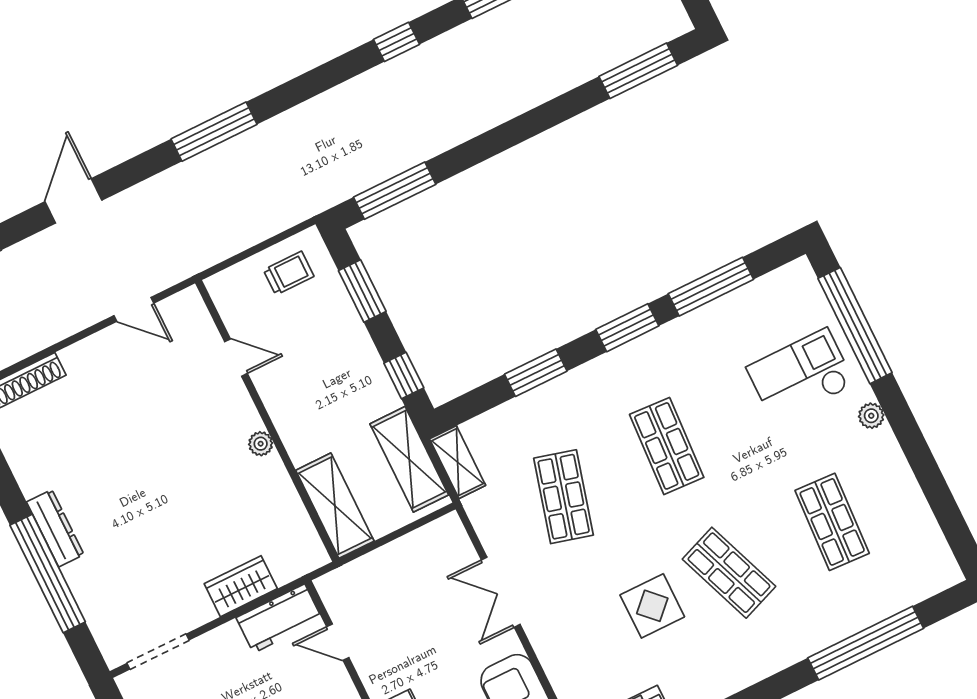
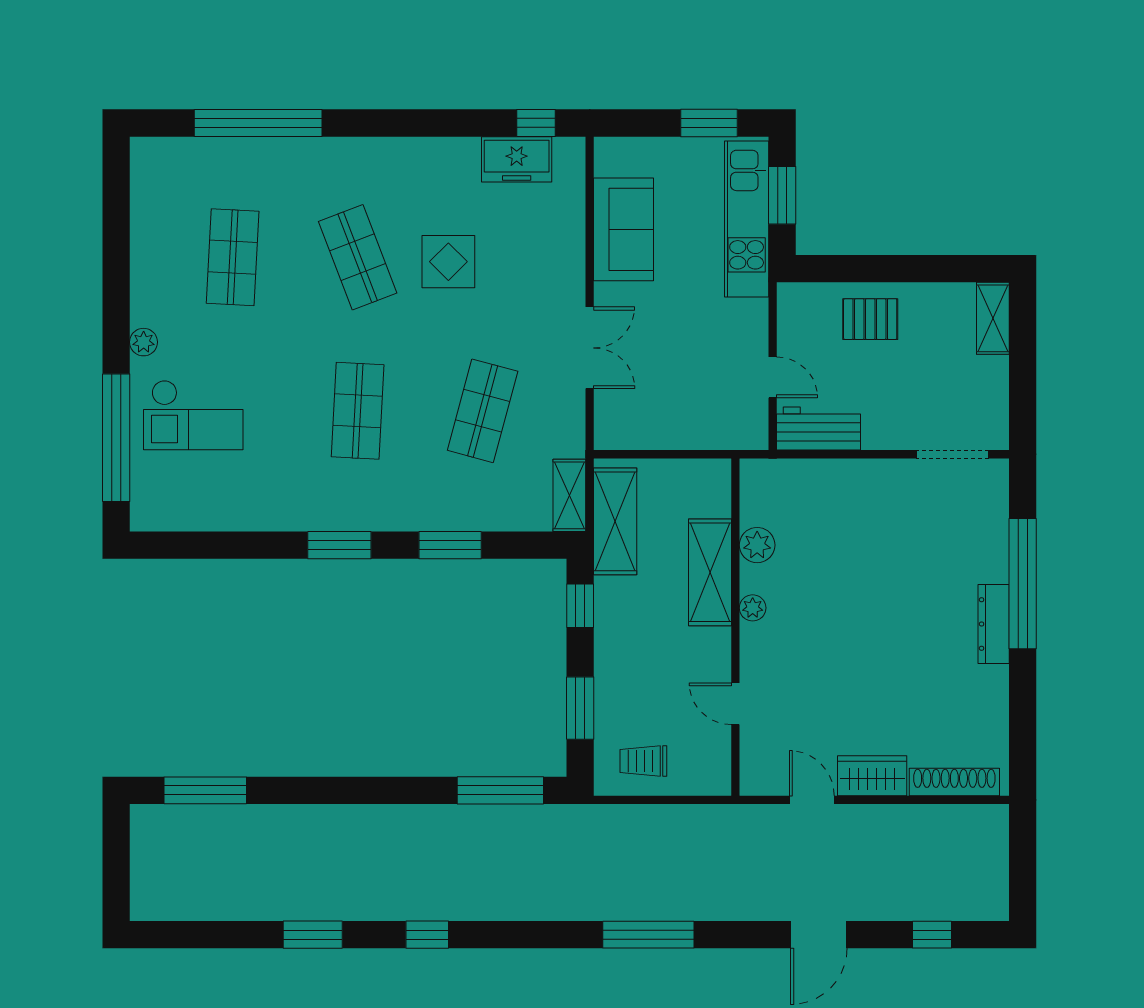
window: (711, 287) -> (238, 545), removed
plant: (282, 497) -> (757, 545), added
shelving: (335, 506) -> (710, 572), moved
wardrobe: (241, 586) -> (872, 776), moved, turned 180

